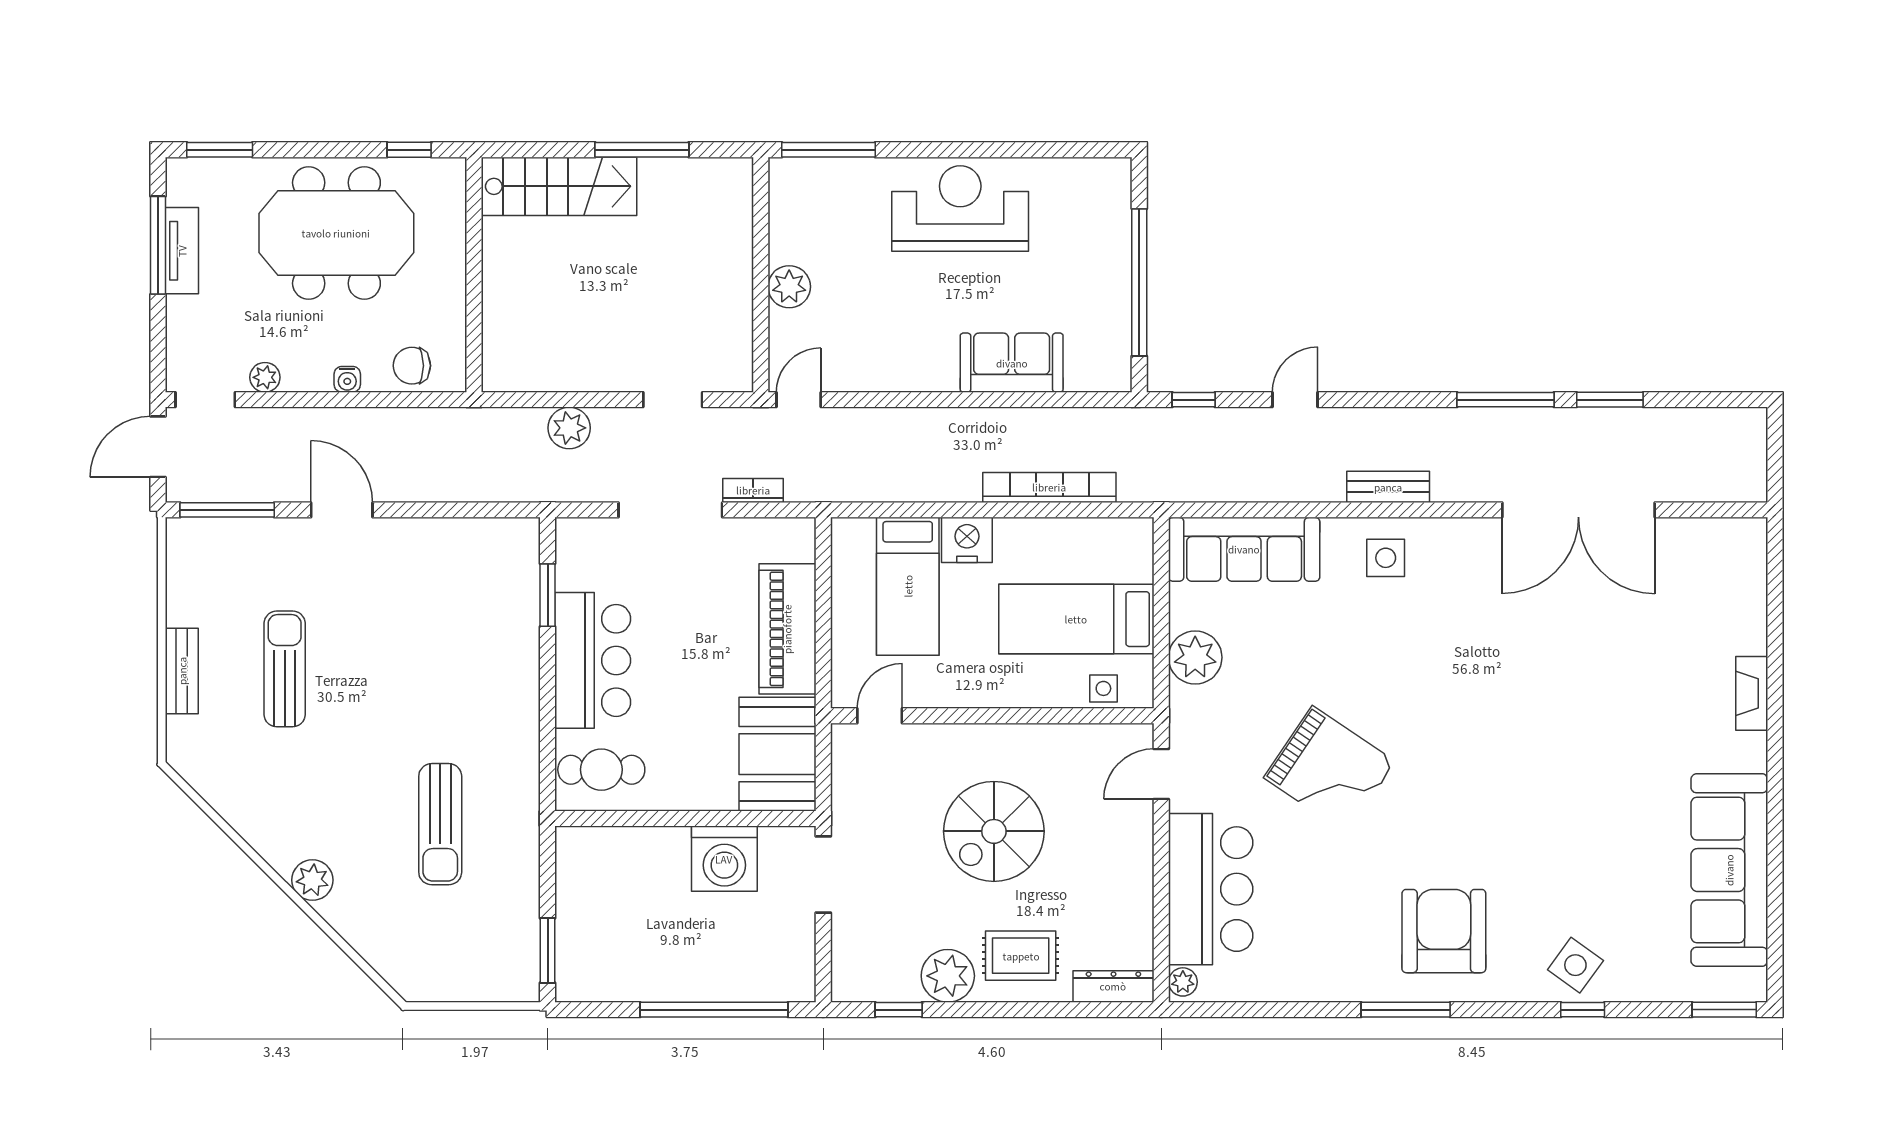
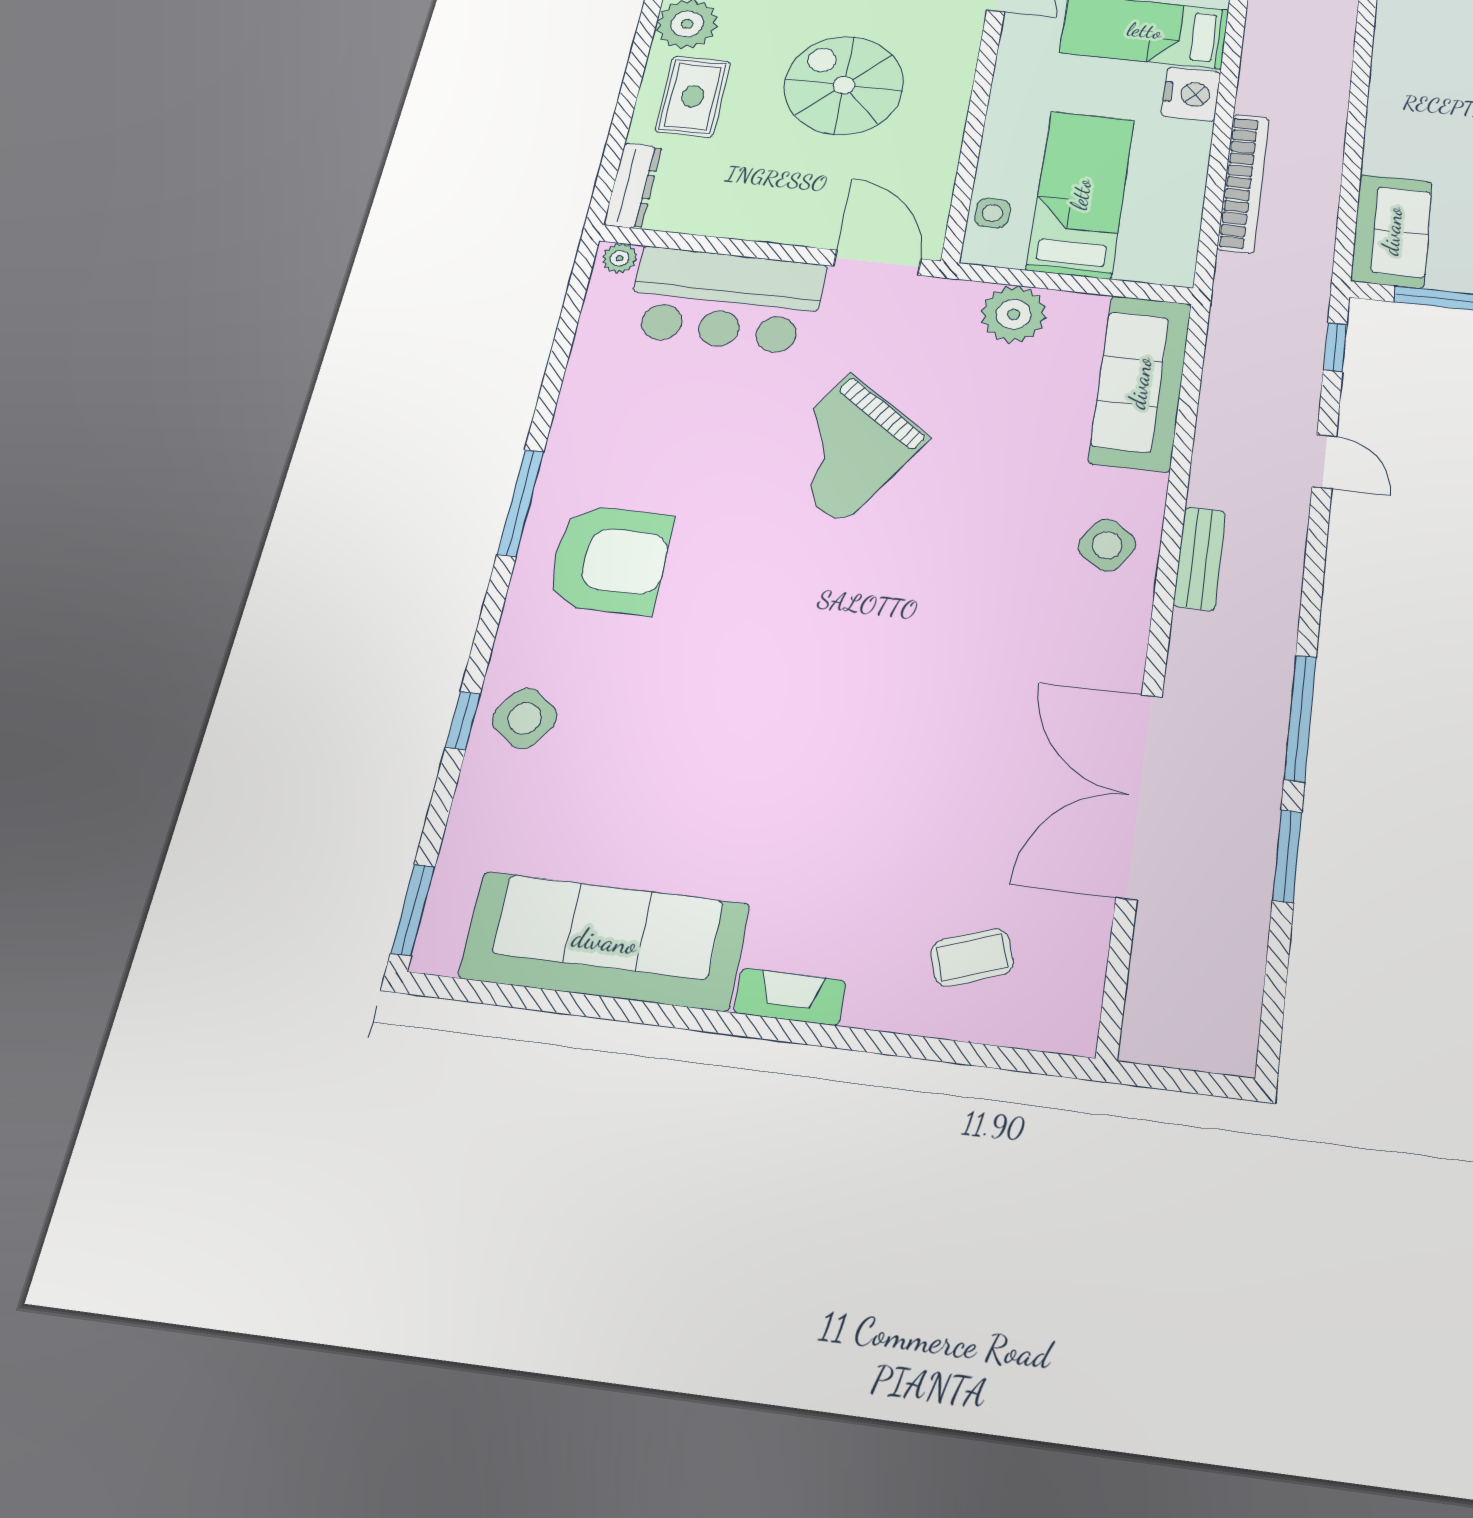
sofa: (1012, 363) -> (1392, 231), moved
side table: (1386, 558) -> (1107, 545), turned 33
coffee table: (1709, 612) -> (972, 957), added
fireplace: (1752, 693) -> (790, 997), moved
door: (1161, 774) -> (877, 263), width x1.38

